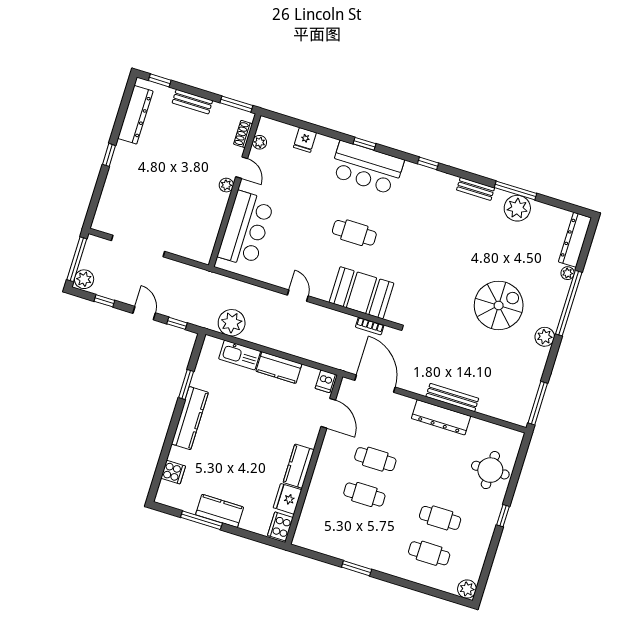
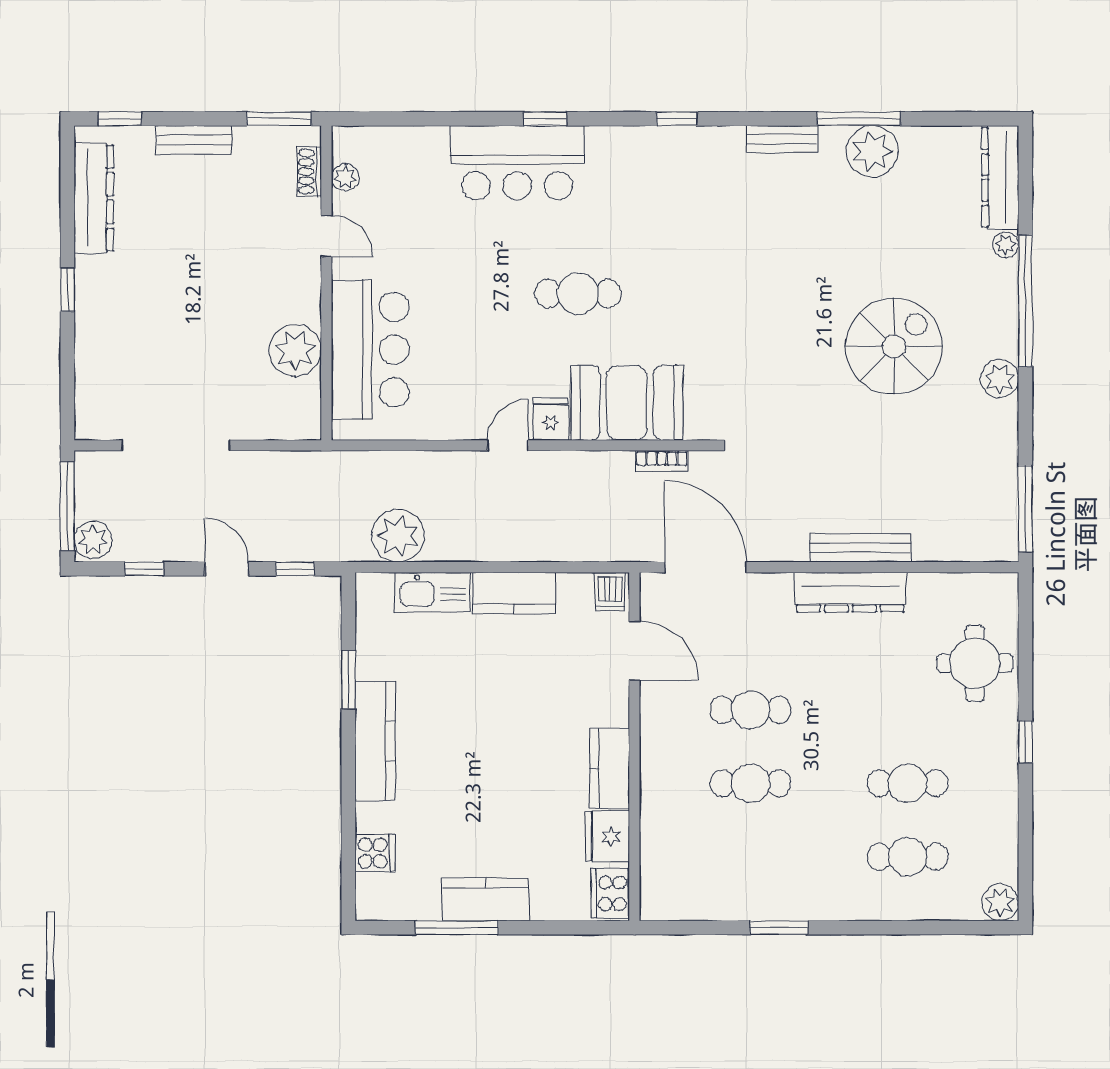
fridge: (305, 140) -> (551, 419), moved, turned 180
bar counter: (367, 168) -> (517, 163), moved
plant: (226, 185) -> (295, 350), moved, width x1.87, depth x1.87
door: (298, 296) -> (508, 445), hinge flipped

